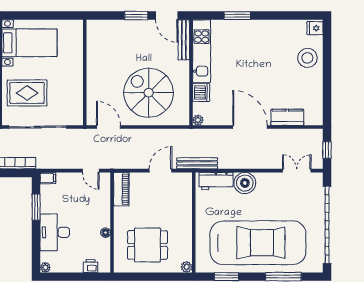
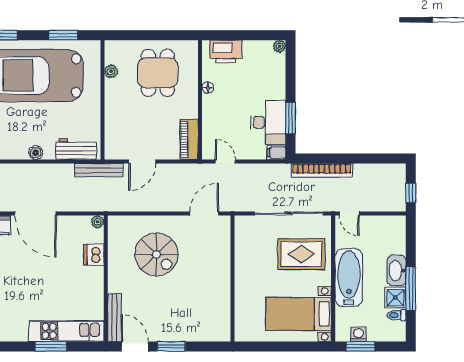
kitchen unit: (202, 51) -> (66, 331), moved, turned 90
spiral stairs: (149, 93) -> (156, 254), width x0.73, depth x0.73
door: (108, 127) -> (204, 214), swing flipped
boiler: (245, 183) -> (36, 153), width x0.54, depth x0.54
desk: (55, 232) -> (268, 122), moved
dining table: (147, 245) -> (158, 73), turned 90
printer: (91, 266) -> (226, 52), width x1.87, depth x1.48
plant: (187, 267) -> (111, 71), moved

